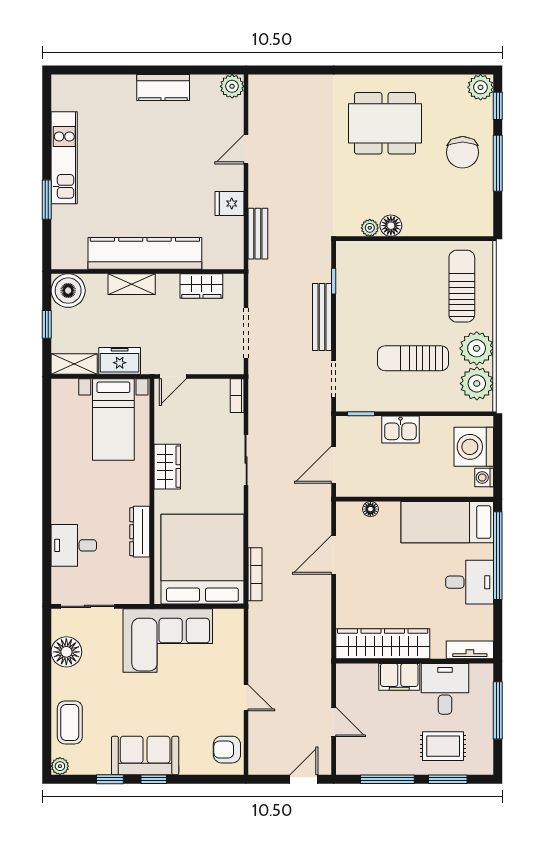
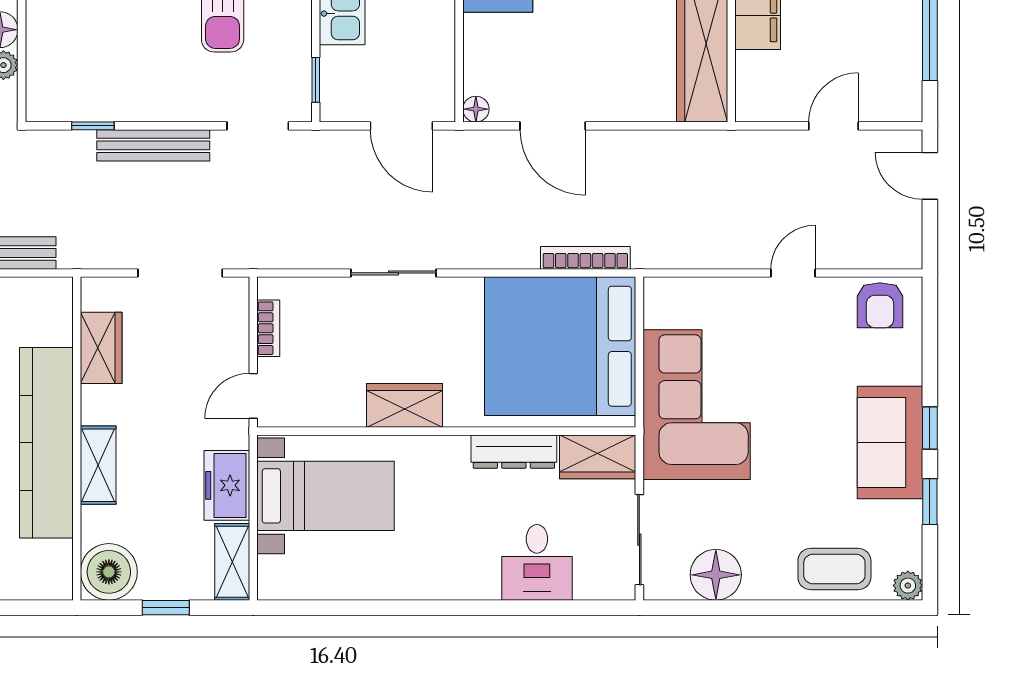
door: (173, 377) -> (253, 396), swing flipped
bookcase: (237, 396) -> (268, 328), moved, turned -90
floor lamp: (370, 509) -> (476, 109), moved
wardrobe: (137, 582) -> (598, 457), added

